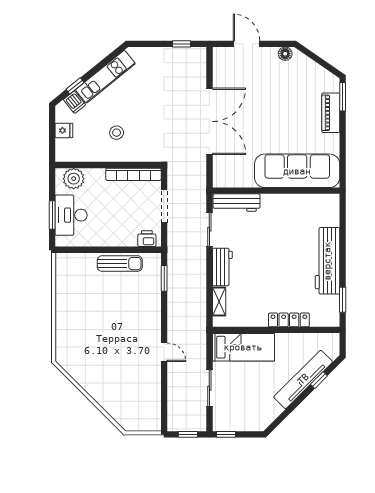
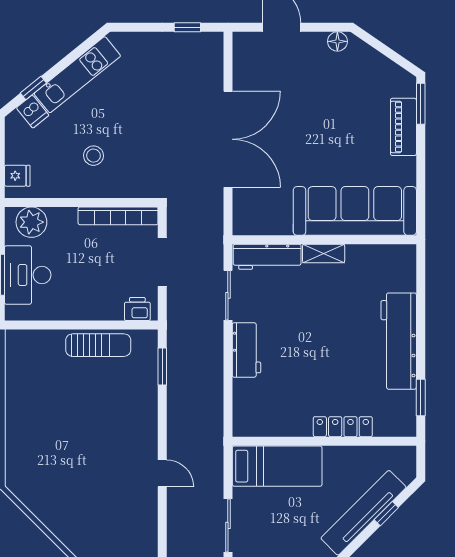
fridge: (64, 130) -> (17, 176), moved
shelving: (219, 302) -> (324, 253), moved, turned 90

